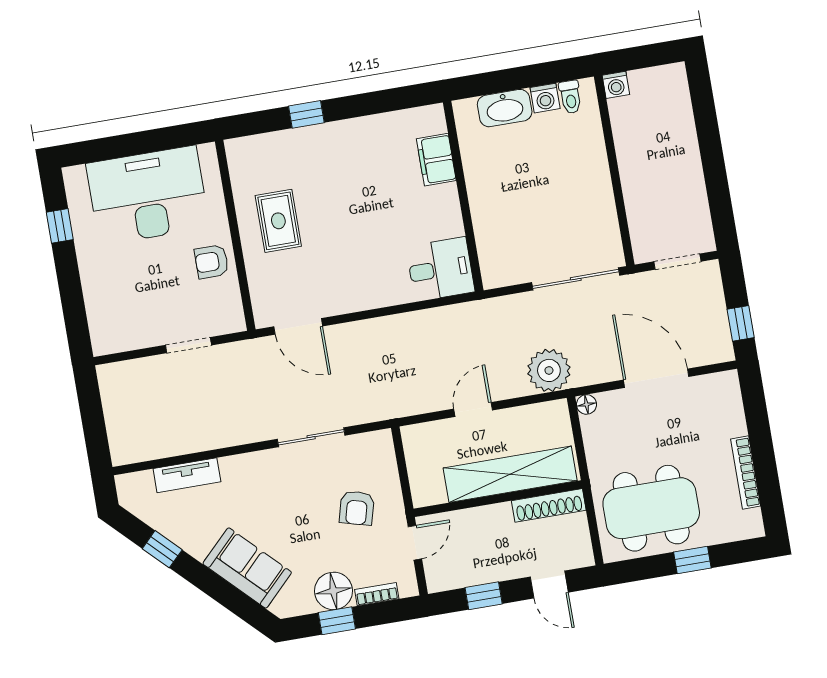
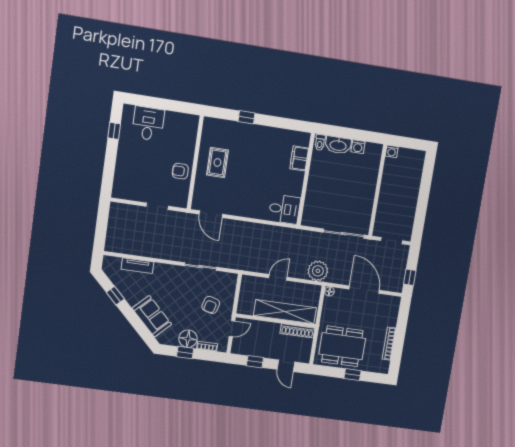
toilet: (570, 97) -> (320, 142), moved
desk: (148, 195) -> (148, 124), width x0.53, depth x0.77

